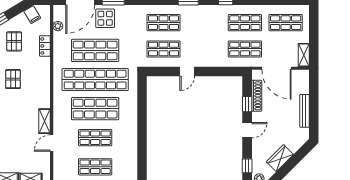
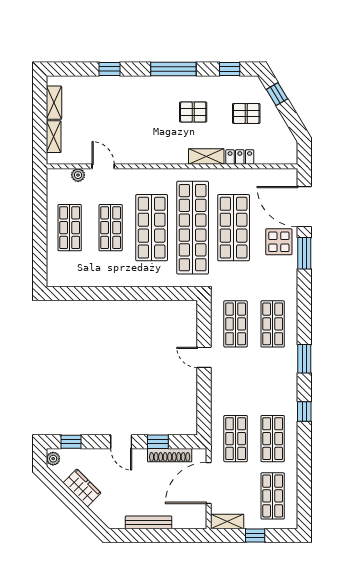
filing cabinet: (32, 15) -> (284, 139), removed
plant: (58, 26) -> (78, 175), moved
window: (314, 35) -> (255, 536), added
shelving: (45, 121) -> (206, 156), moved

